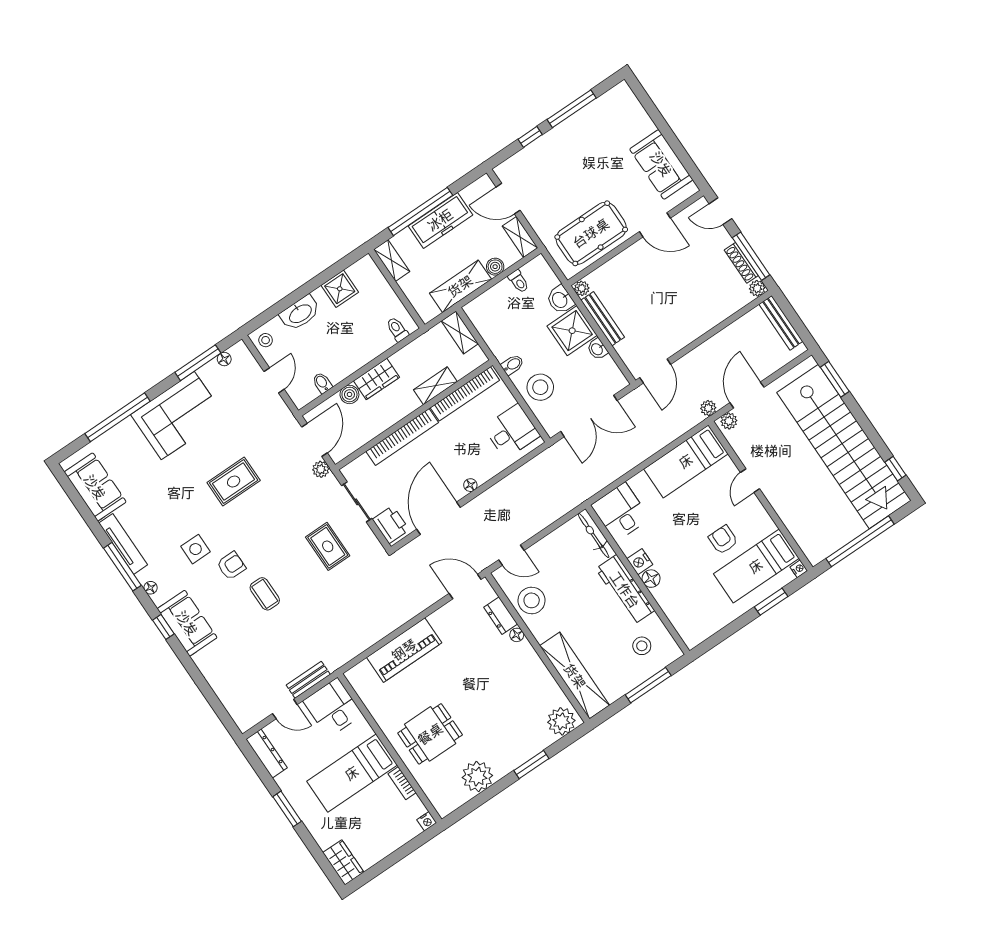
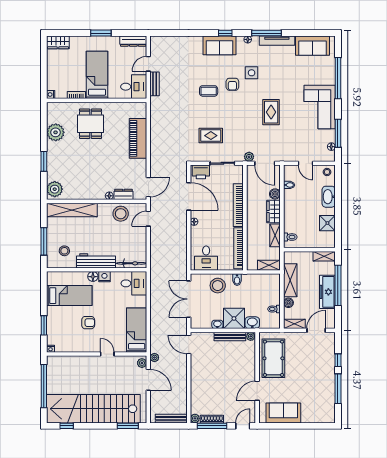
shelving: (435, 386) -> (275, 235), moved
bed: (756, 566) -> (69, 296), moved, turned 90

